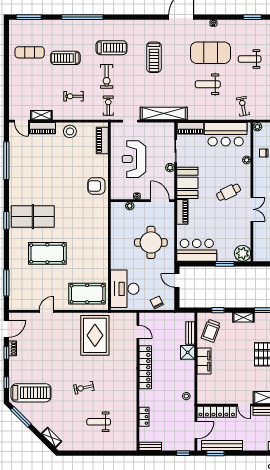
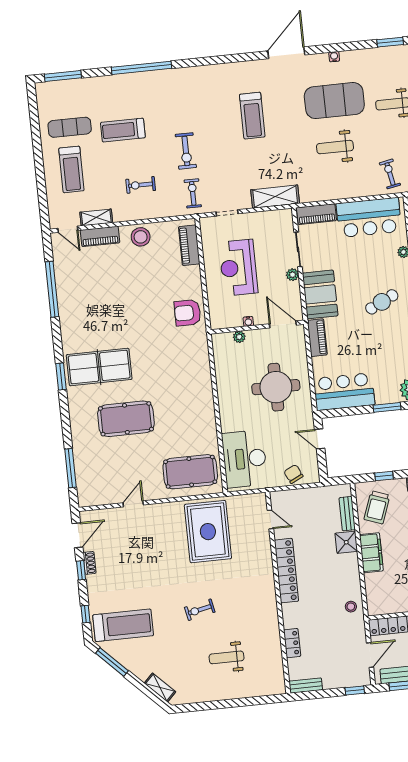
treadmill: (112, 48) -> (71, 169), moved, turned 90
shelving: (164, 114) -> (275, 197), width x0.68

